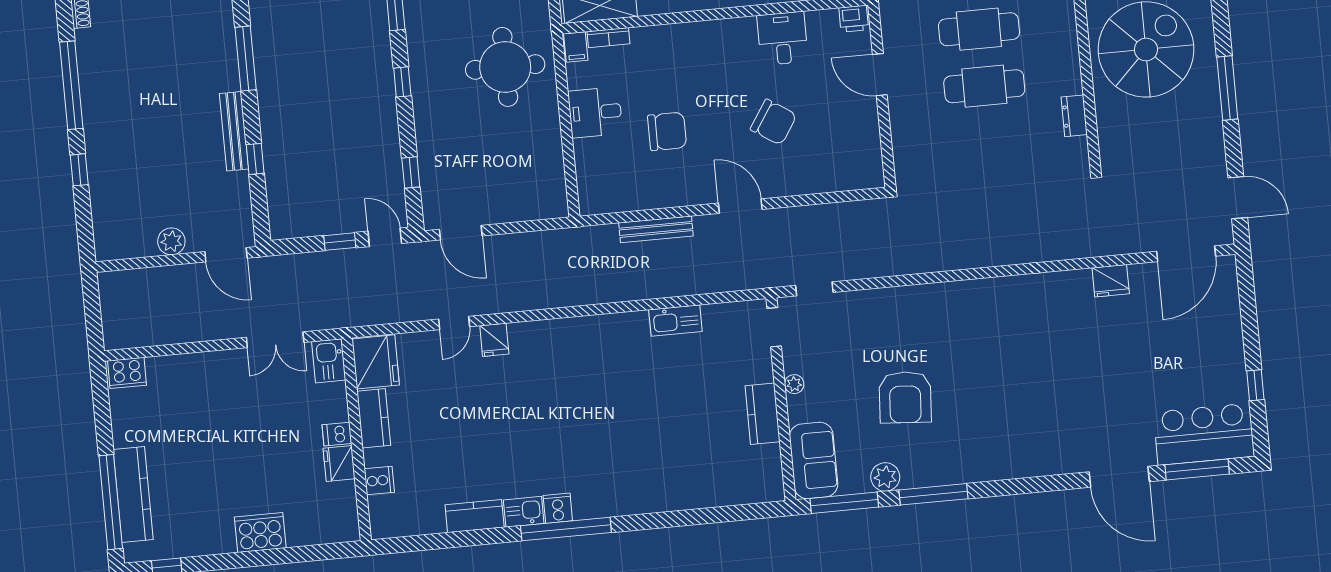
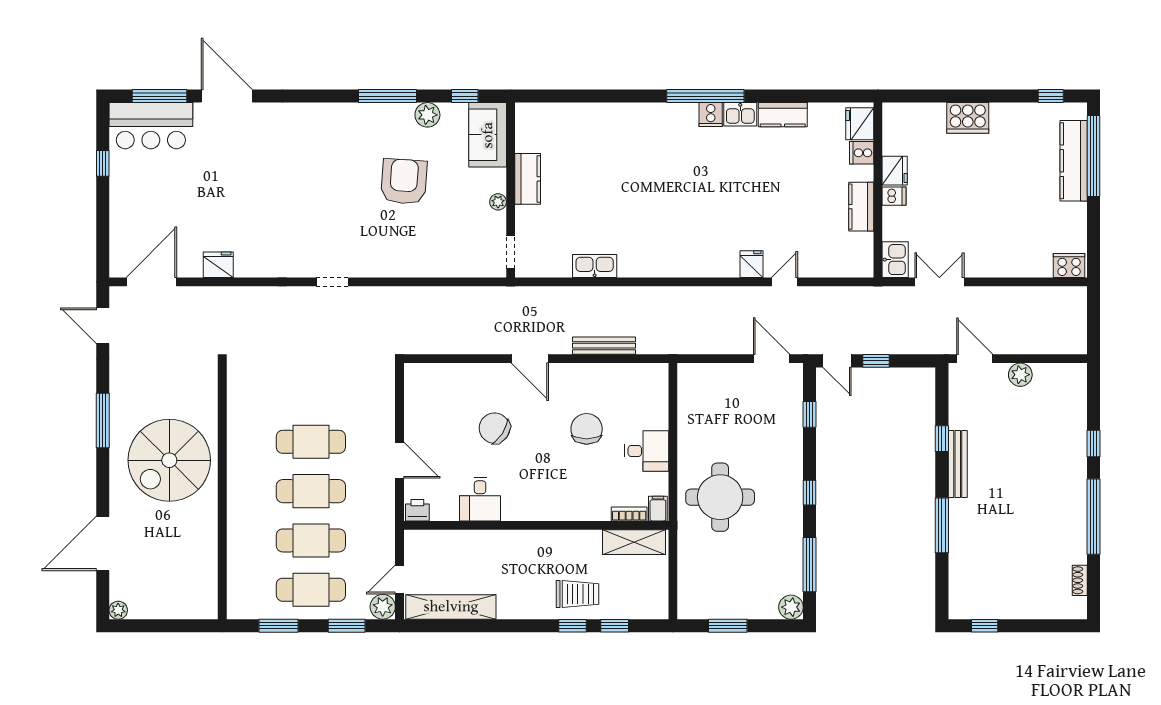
dresser: (1074, 116) -> (236, 409), removed
chair: (667, 131) -> (587, 429), turned 90
doorway: (814, 289) -> (332, 282), moved
fridge: (376, 362) -> (860, 124), moved, width x0.73, depth x0.75
window: (844, 503) -> (465, 96), width x0.46

